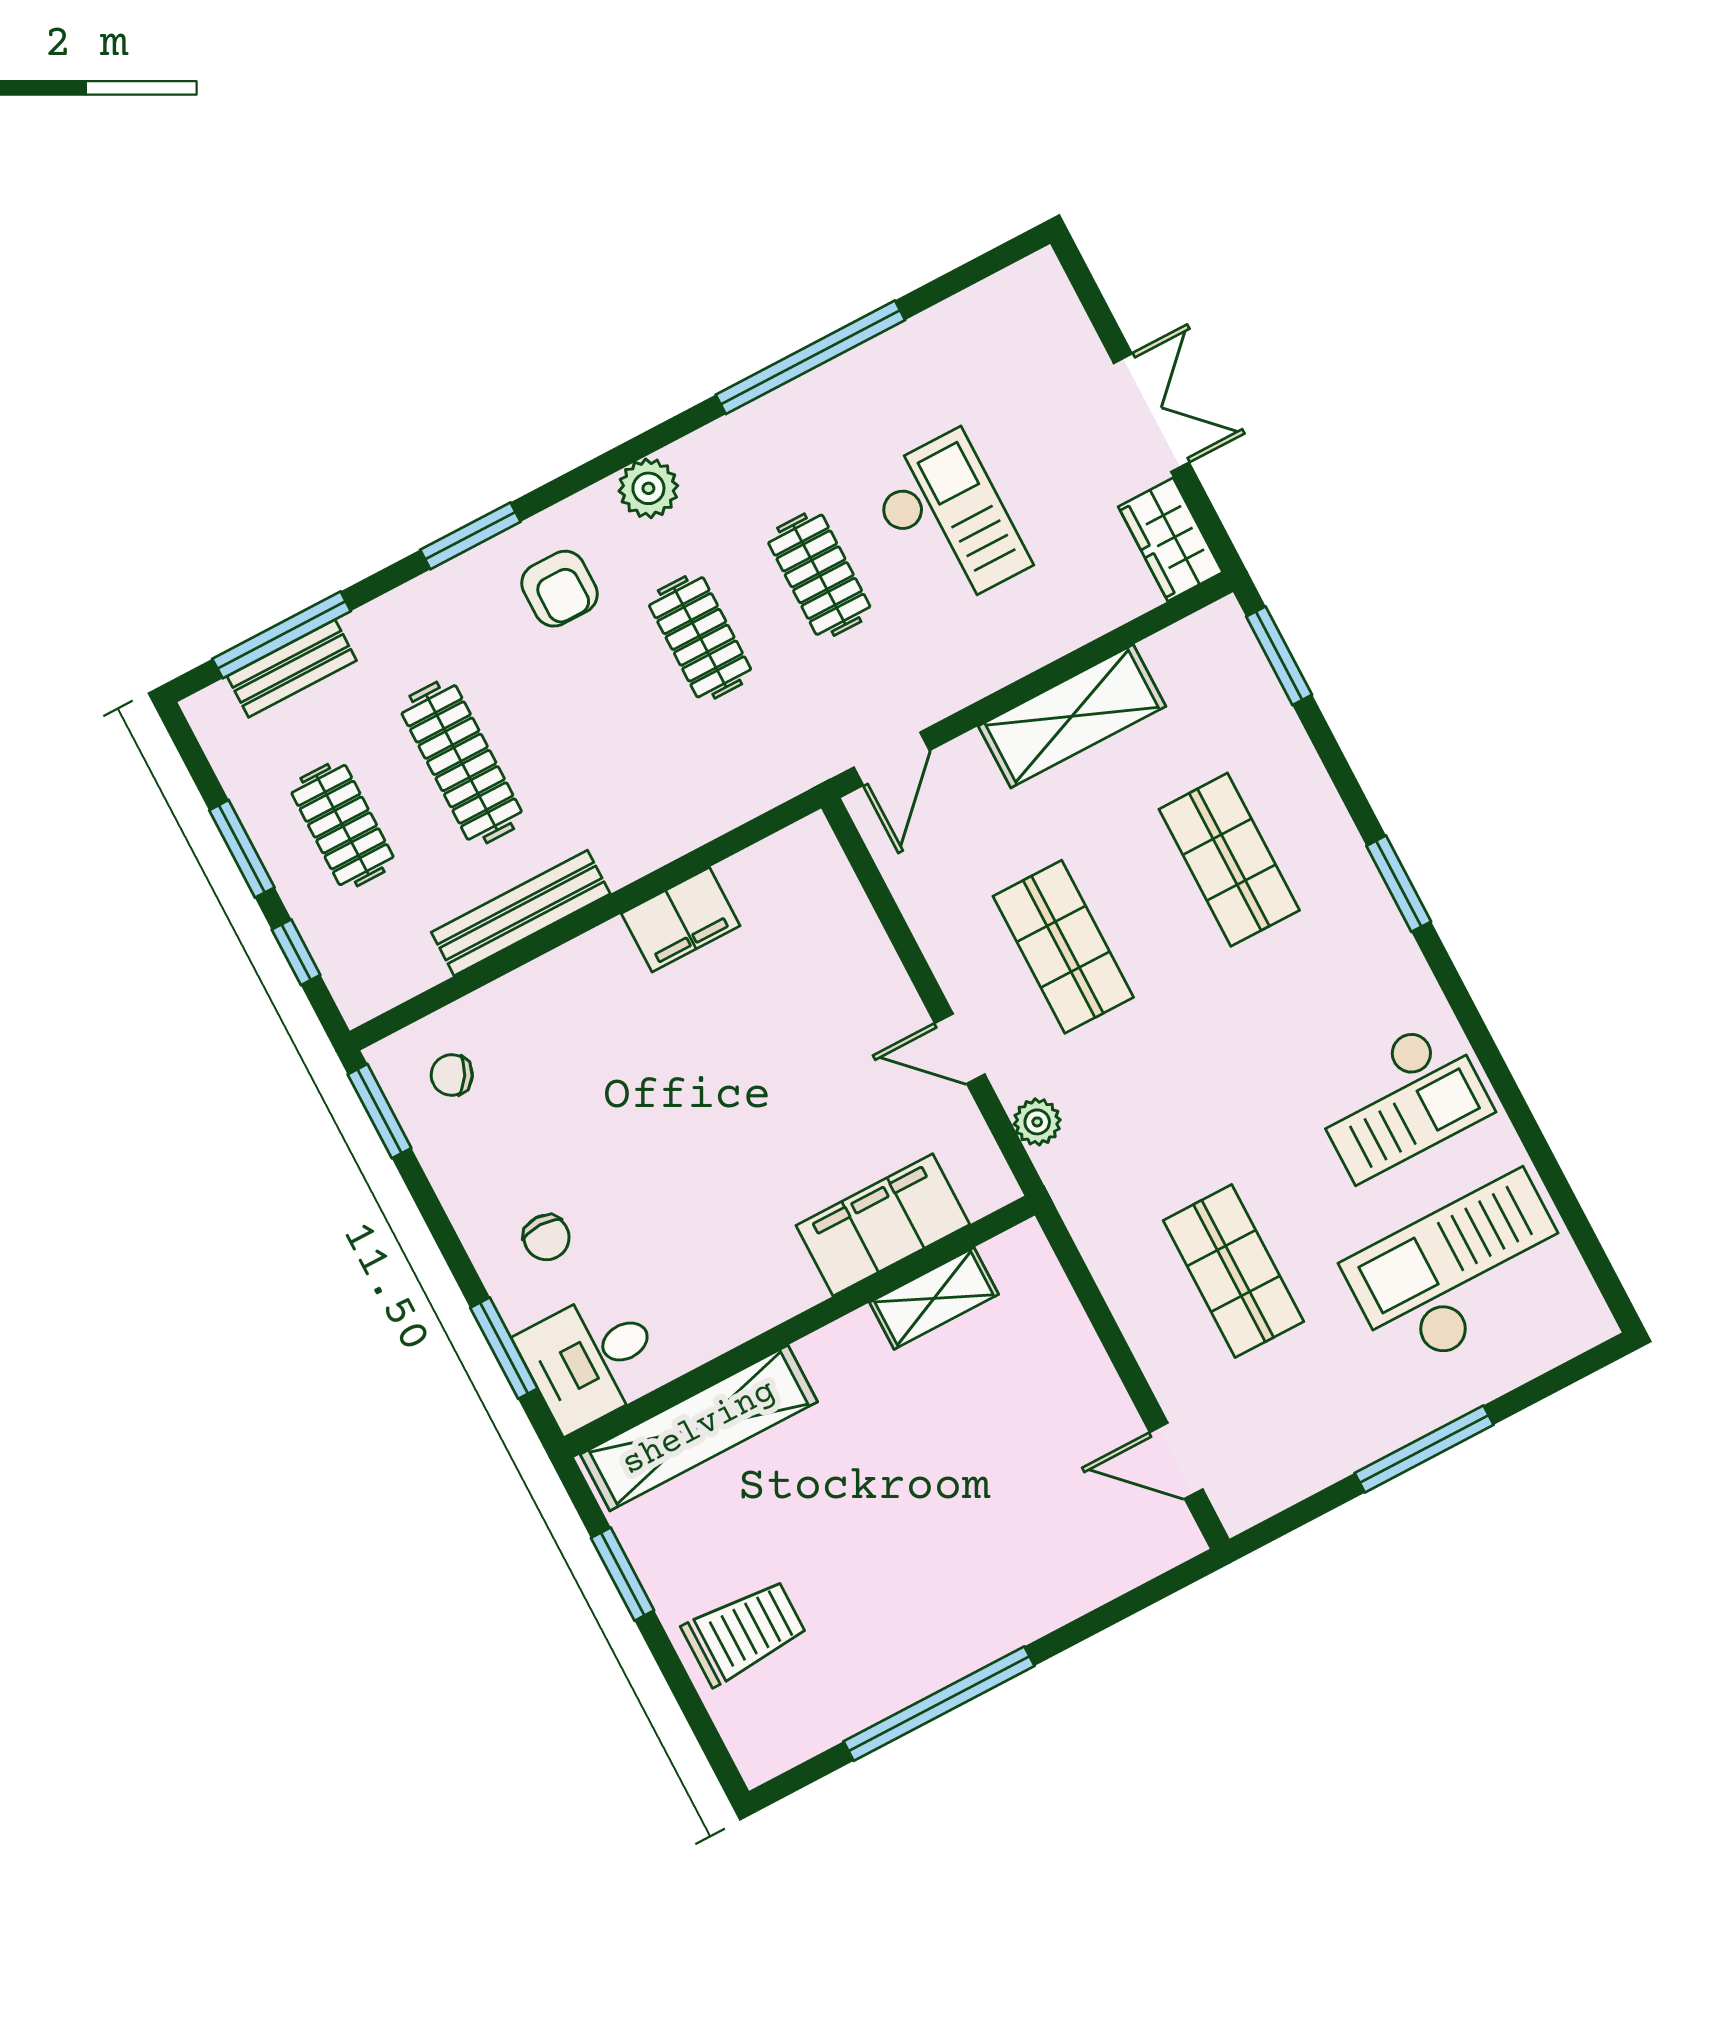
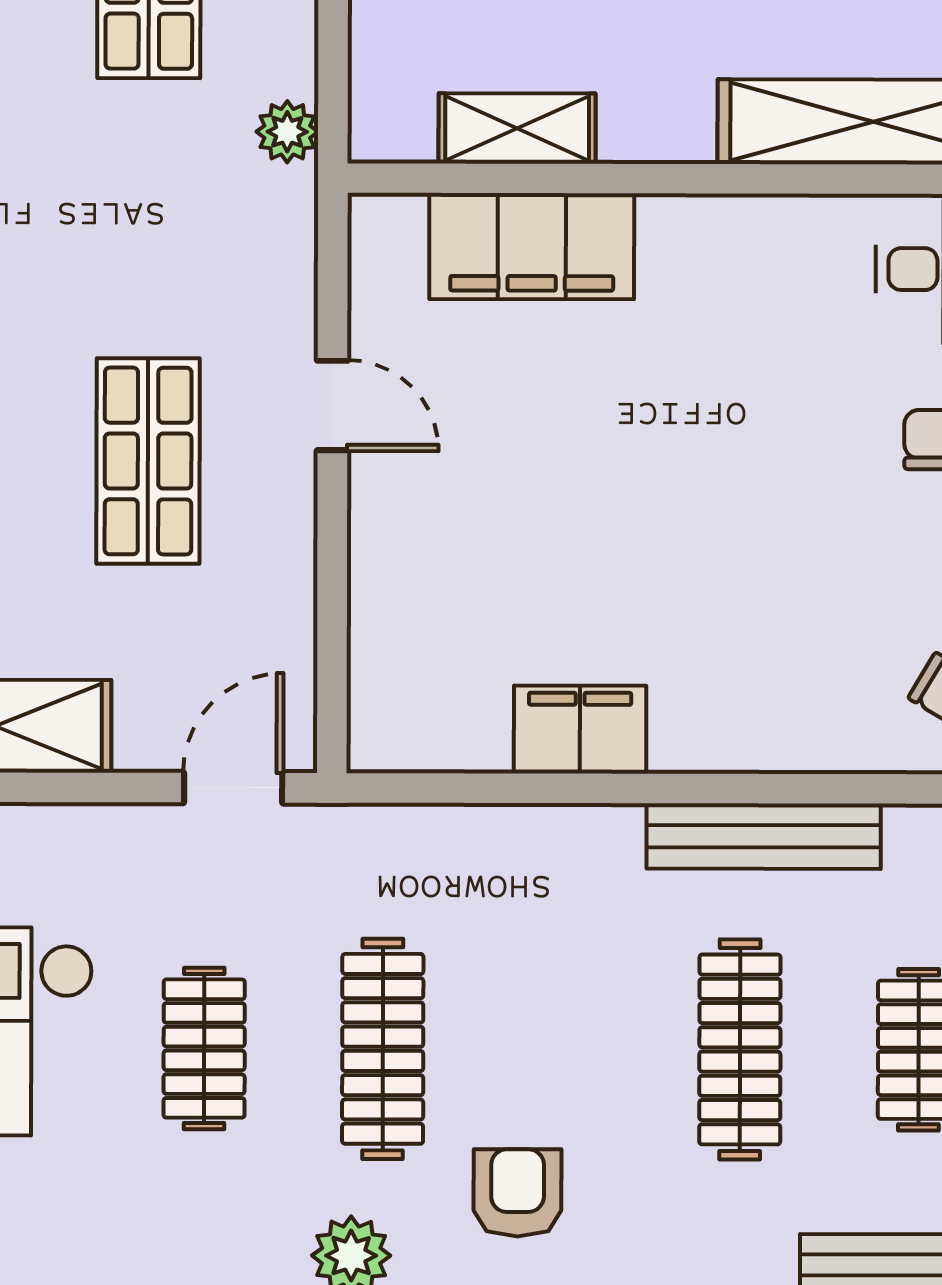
clothes rail: (700, 637) -> (383, 1049), width x1.36
plant: (1037, 1122) -> (287, 132), moved

